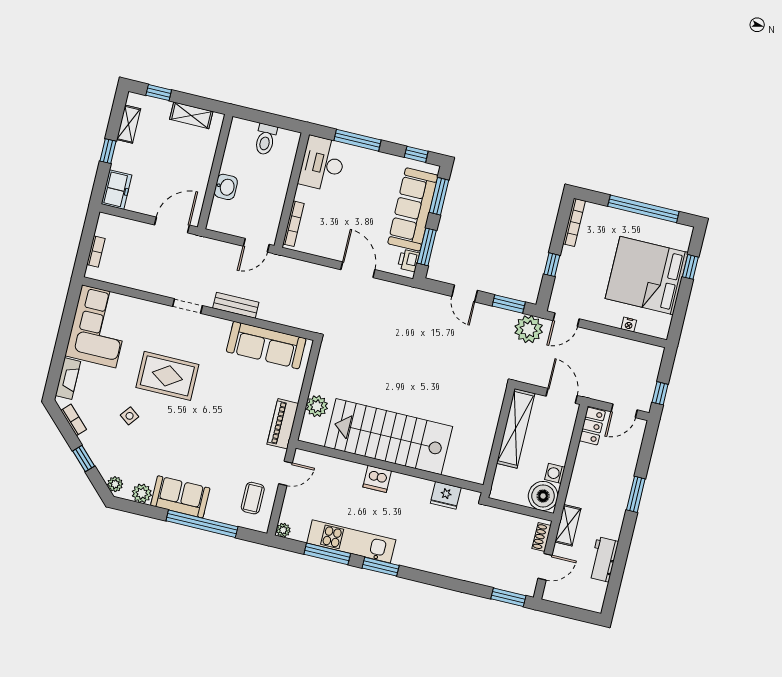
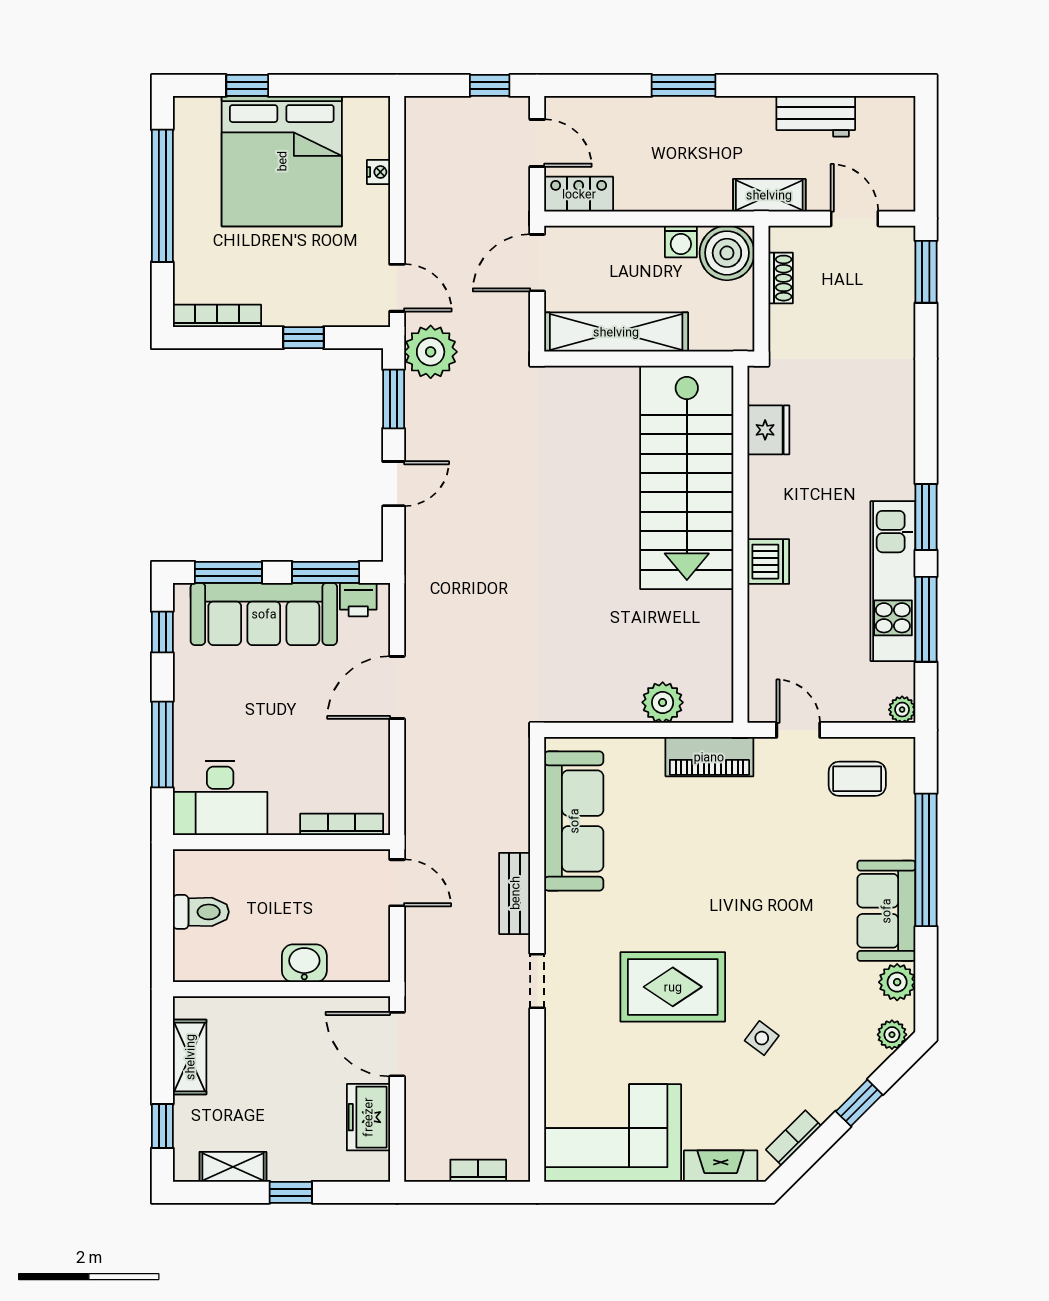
freezer: (117, 190) -> (368, 1117), moved, turned -90
rug: (167, 376) -> (673, 987), turned 90
stairs: (389, 437) -> (687, 477), moved
shoe rack: (542, 537) -> (781, 278), moved, turned -90

